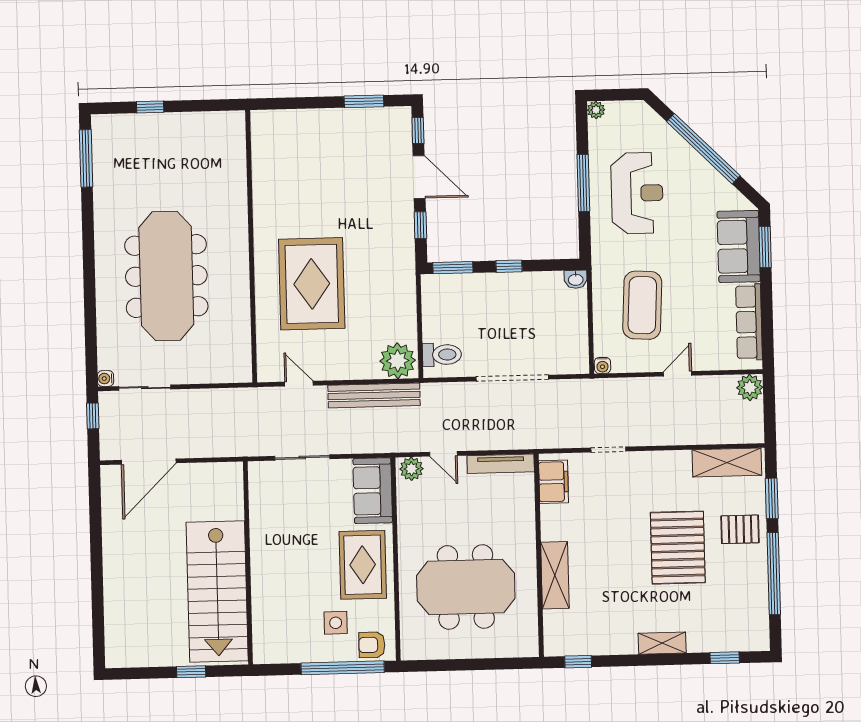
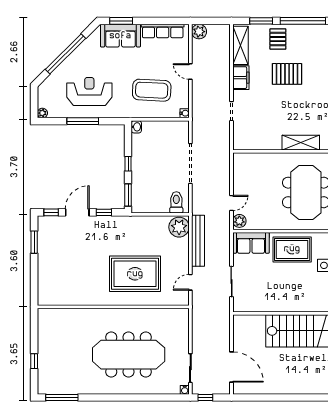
tv unit: (501, 464) -> (238, 171), removed
filing cabinet: (554, 482) -> (241, 78), moved, turned 90
pallet: (678, 548) -> (287, 74), width x0.73, depth x0.71

